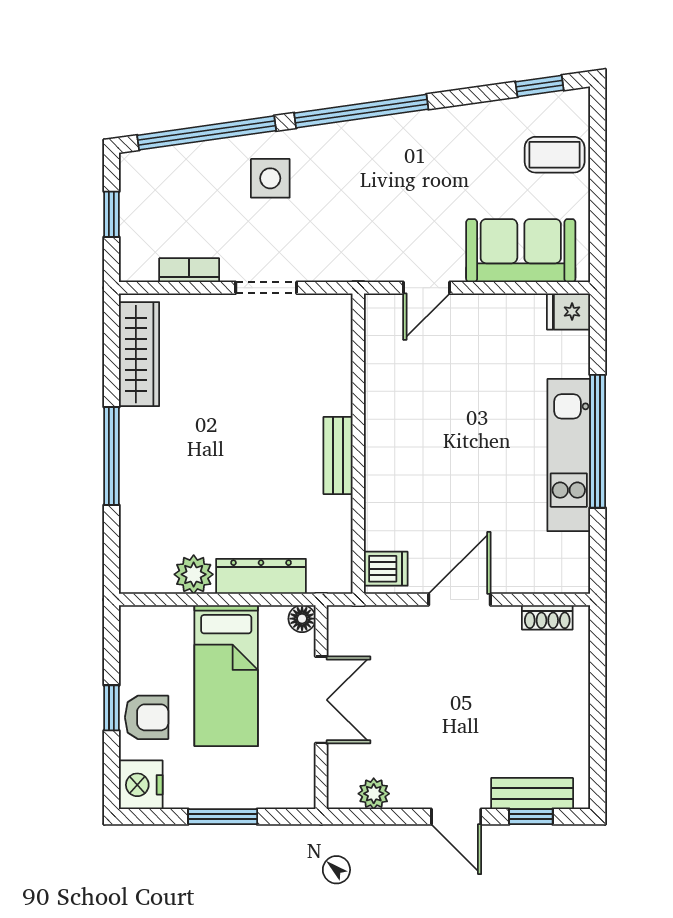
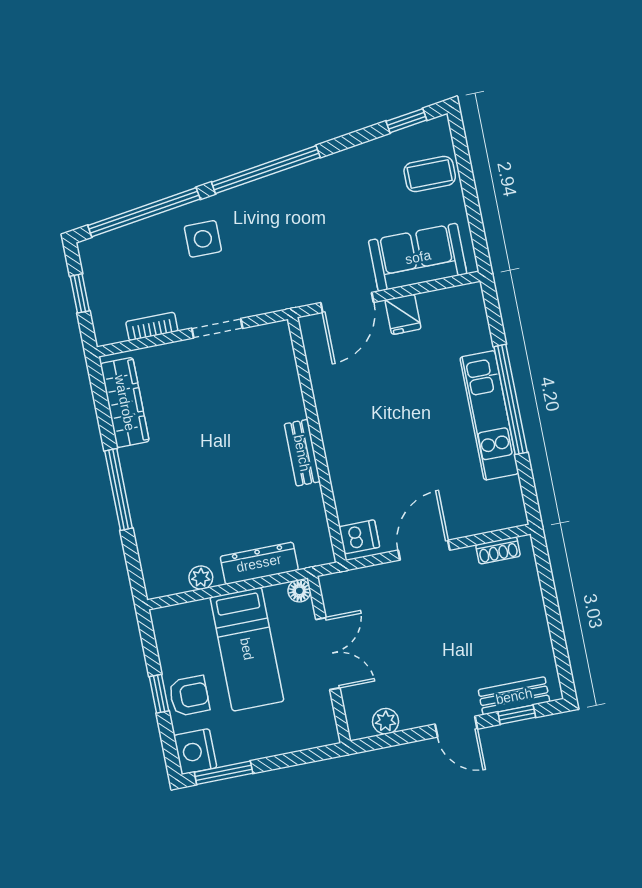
door: (427, 288) -> (347, 302), width x1.38
fridge: (569, 312) -> (403, 314), moved, turned -90
plant: (194, 574) -> (201, 578), width x0.73, depth x0.73
window: (223, 817) -> (224, 773), moved

